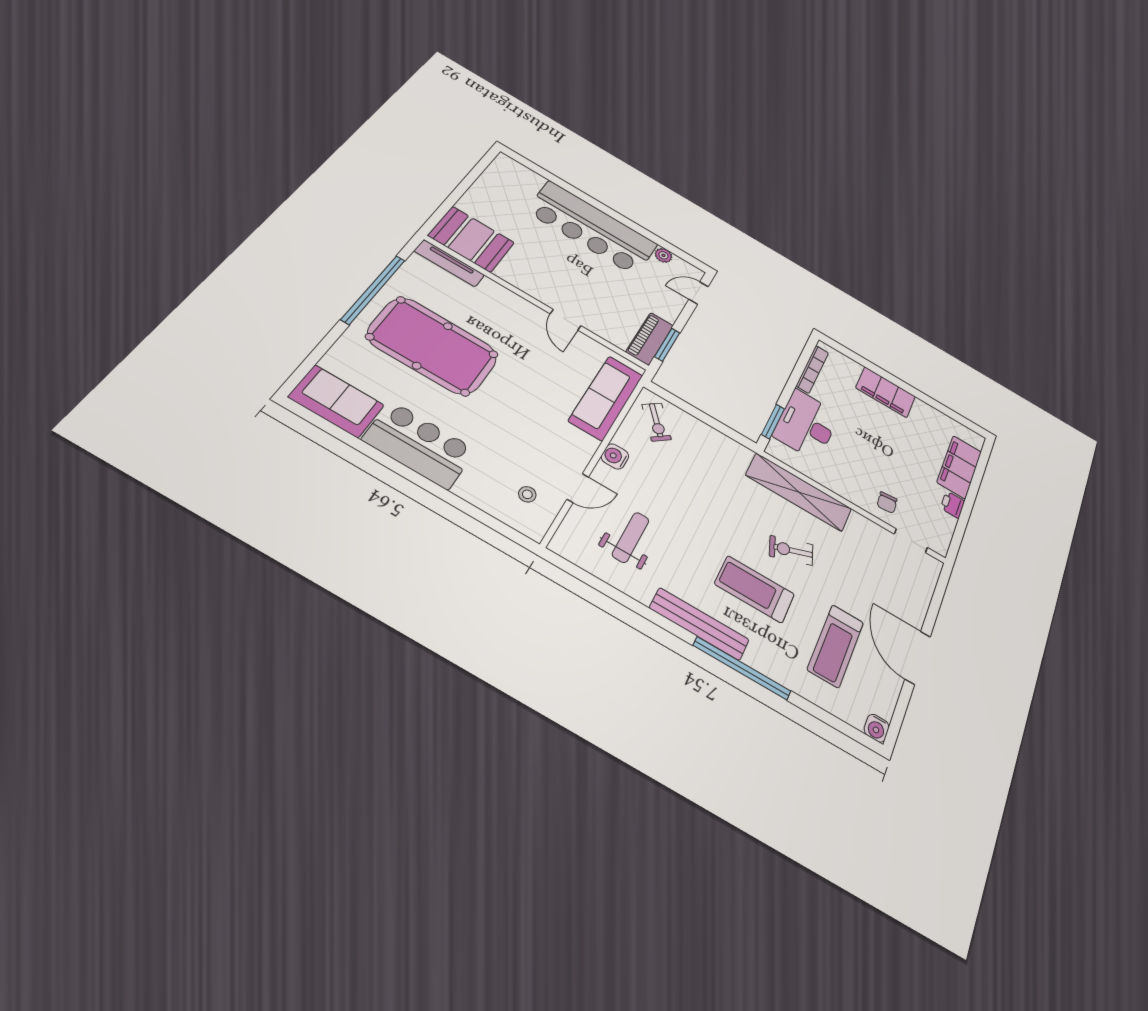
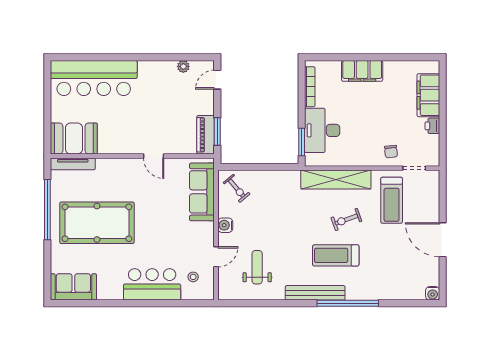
bar counter: (592, 228) -> (94, 78), moved
bar counter: (419, 445) -> (152, 284), moved
treadmill: (836, 646) -> (392, 200), moved

